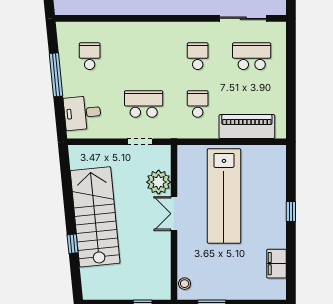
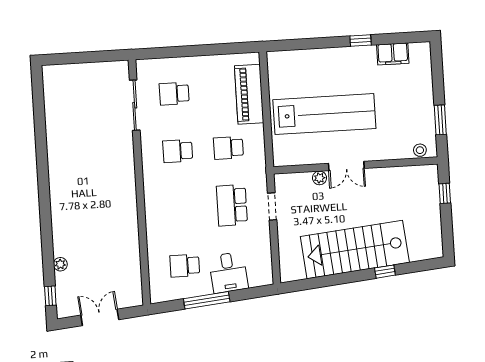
school desk: (252, 56) -> (174, 94), width x0.54
desk: (82, 113) -> (228, 272), moved
plant: (159, 182) -> (319, 178), width x0.53, depth x0.53
window: (291, 211) -> (361, 41), moved

